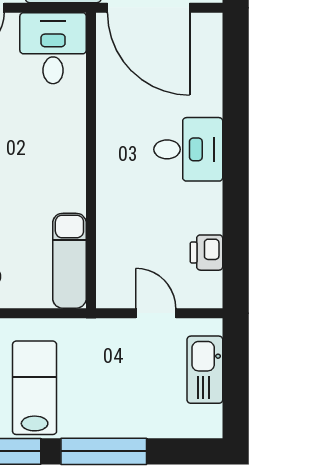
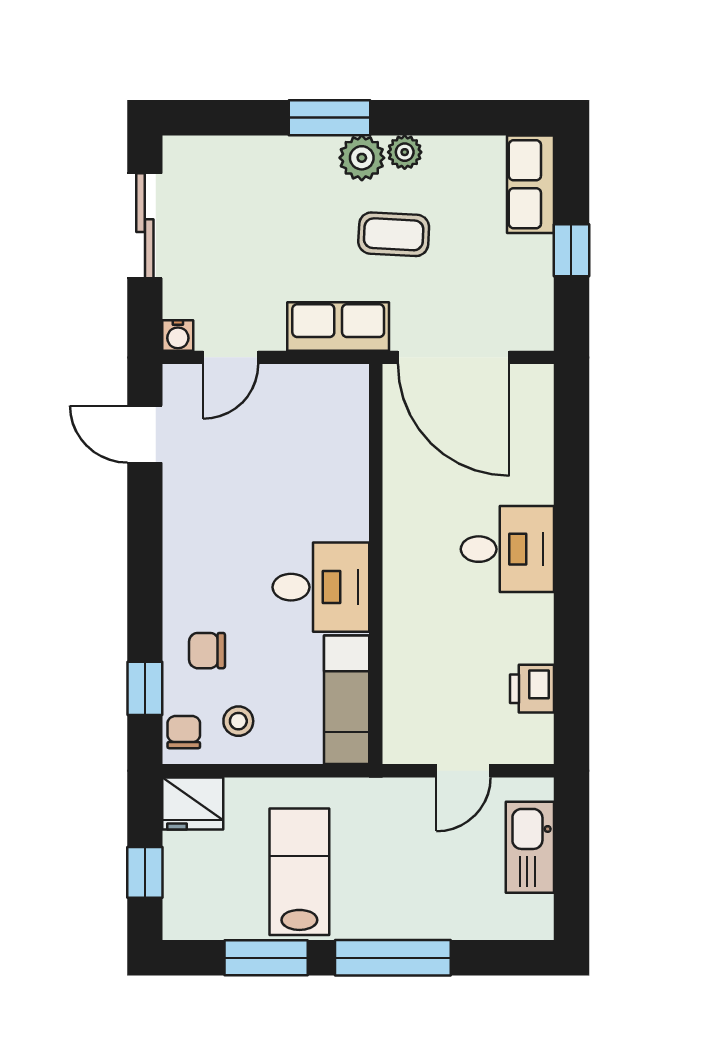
desk: (53, 48) -> (321, 587), moved, turned 90
door: (156, 313) -> (463, 771), swing flipped

